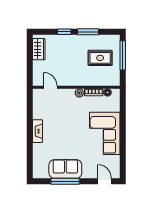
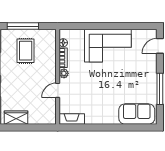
door: (50, 87) -> (58, 90), moved
fireplace: (37, 131) -> (72, 119), moved
sofa: (65, 169) -> (137, 114), moved, turned 90

